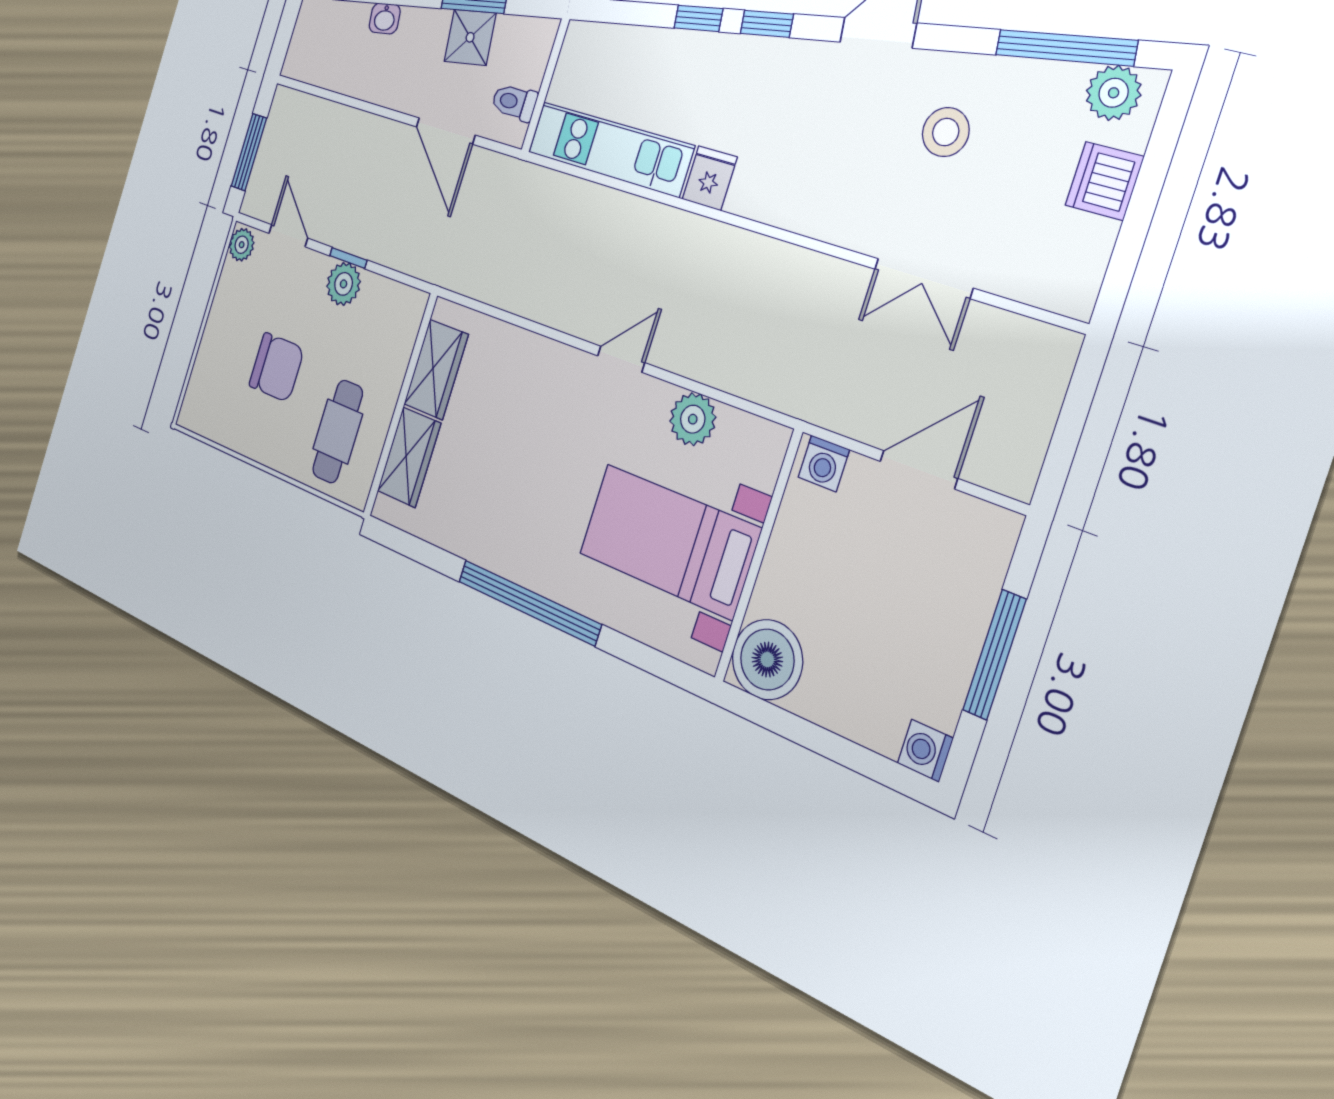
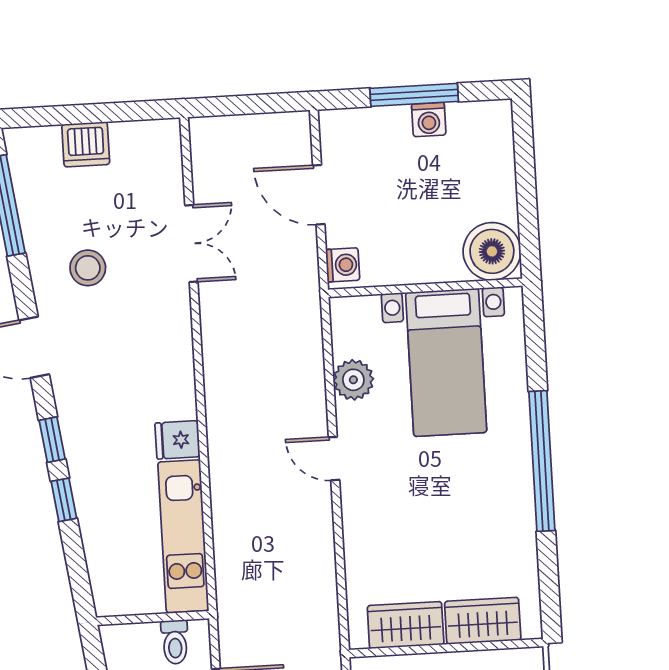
plant: (1114, 93) -> (27, 161), removed
washing machine: (925, 751) -> (429, 120), moved

